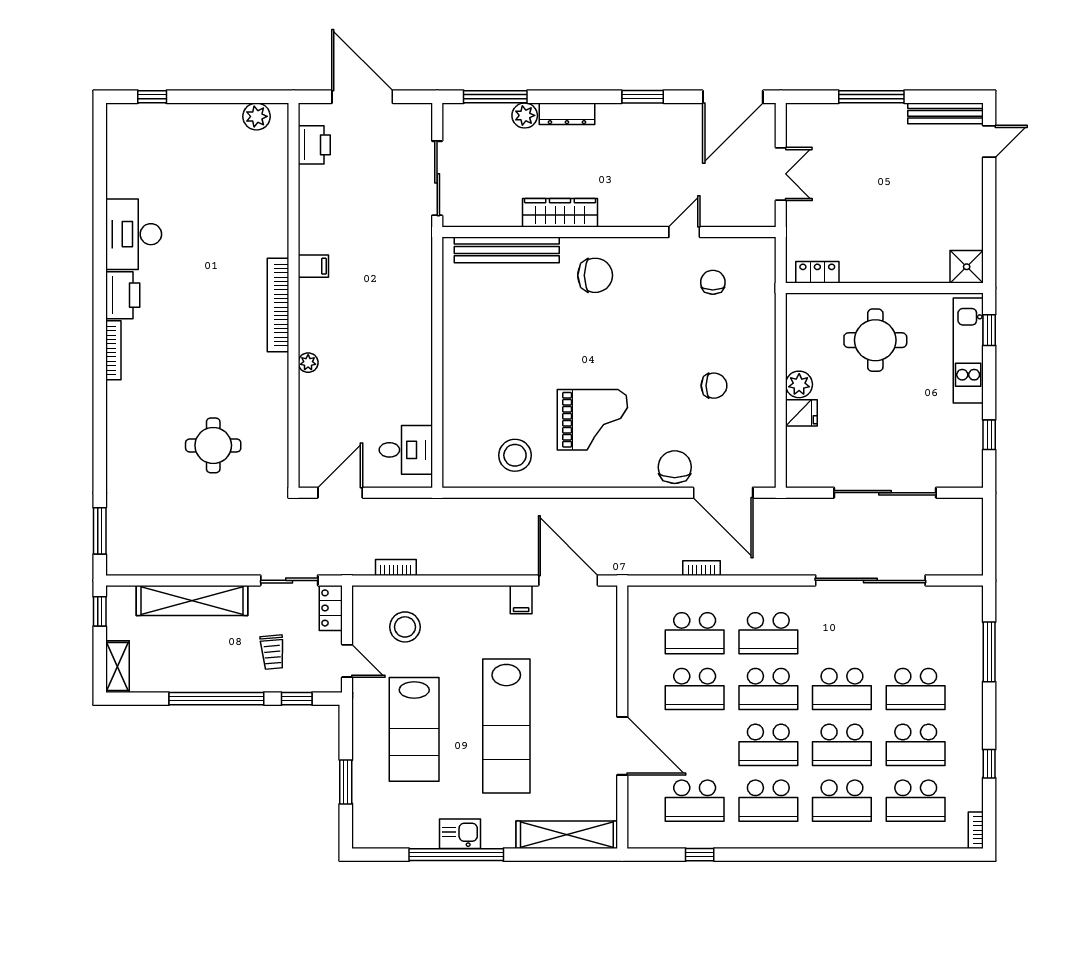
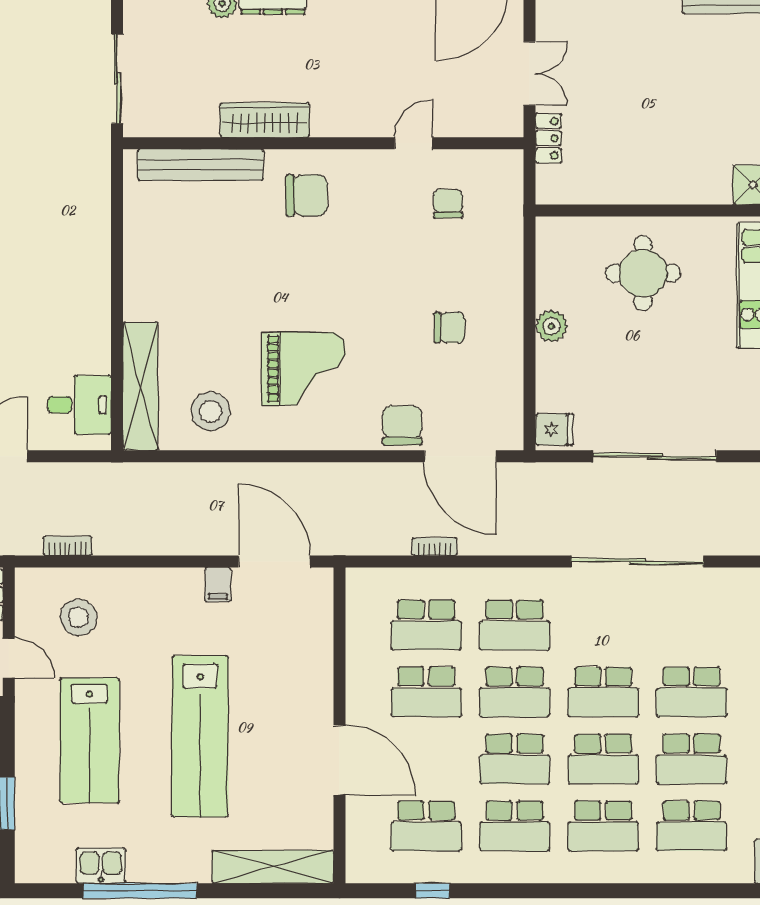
locker: (817, 272) -> (549, 138), moved, turned 90
fridge: (801, 413) -> (554, 429), moved
shelving: (457, 434) -> (140, 386), added
kitchen sink: (460, 834) -> (101, 866), moved

